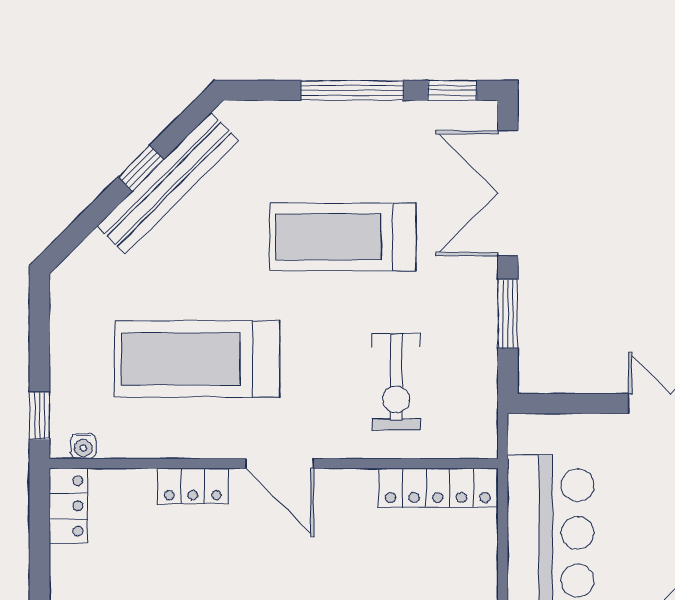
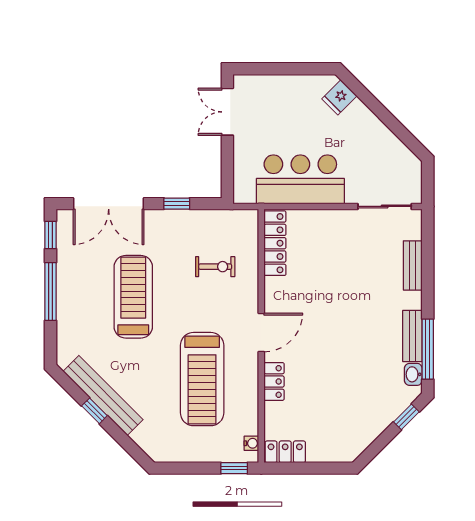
treadmill: (343, 237) -> (133, 297), turned 180
window: (508, 314) -> (177, 204), width x0.67
exercise bike: (396, 382) -> (215, 267), width x0.73, depth x0.72

